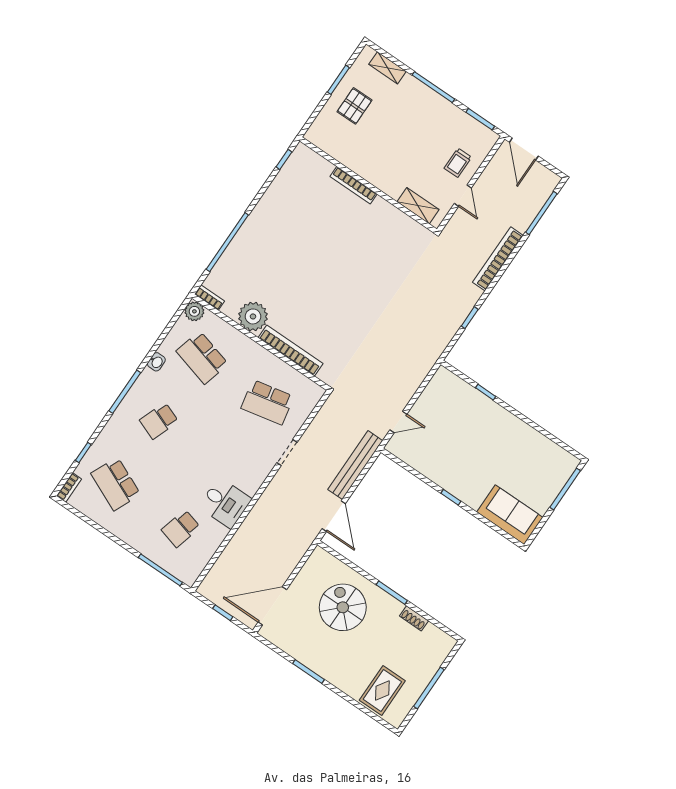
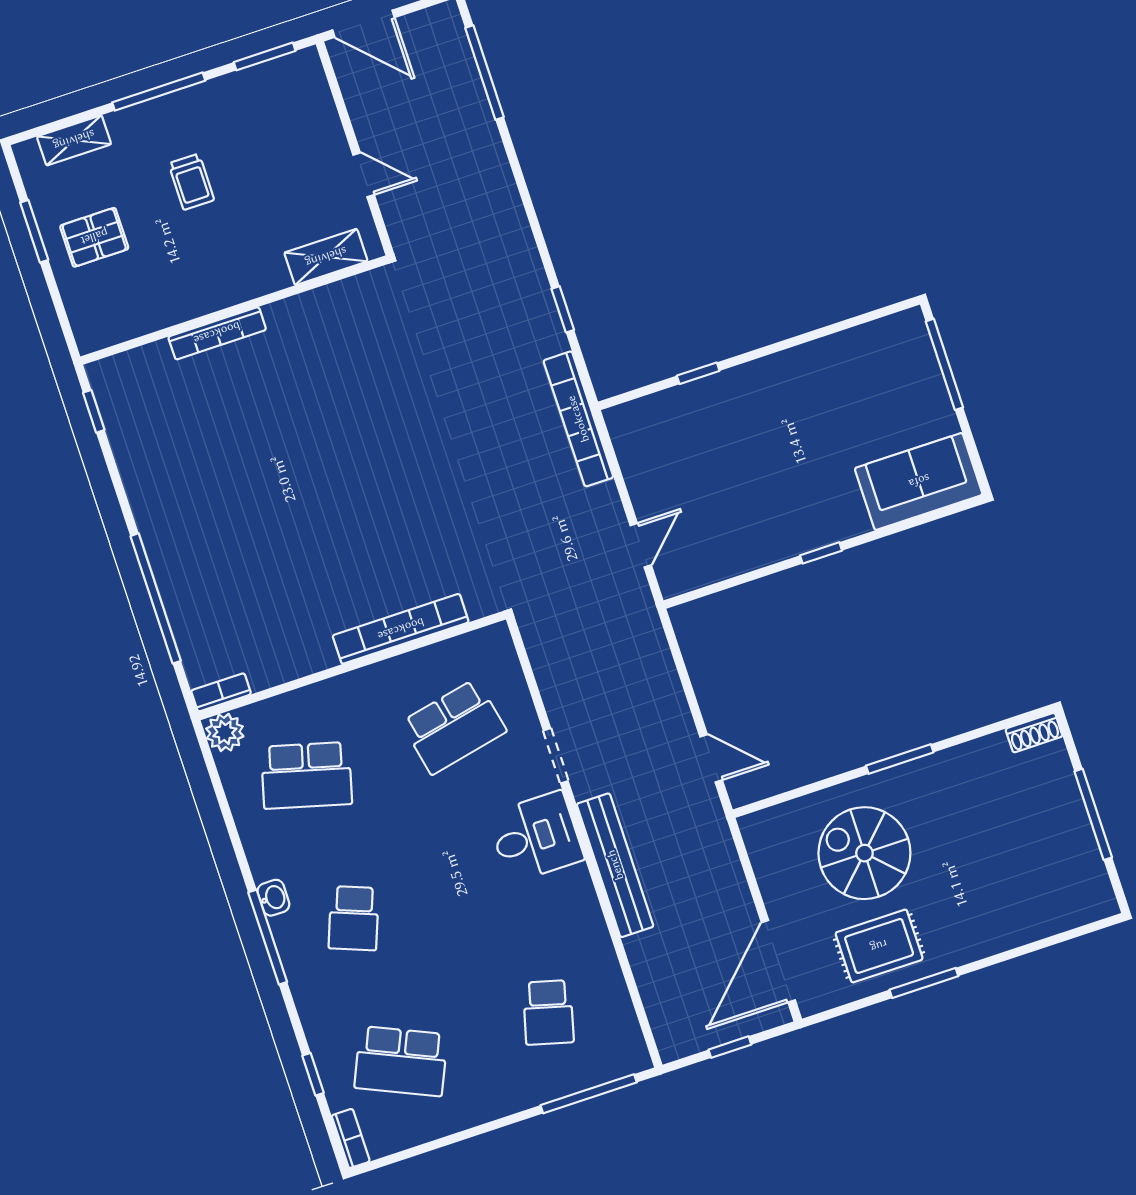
pallet: (354, 106) -> (94, 237), turned 90
trolley: (458, 163) -> (191, 182), moved
bookcase: (498, 259) -> (578, 419), moved
plant: (253, 316) -> (303, 647), removed
washbasin: (156, 362) -> (273, 898), moved
bench: (355, 465) -> (615, 865), moved
desk: (225, 503) -> (536, 837), moved
door: (334, 516) -> (711, 758), width x0.73
shoe rack: (414, 618) -> (1034, 733), moved
rug: (382, 691) -> (879, 946), moved, turned 90

